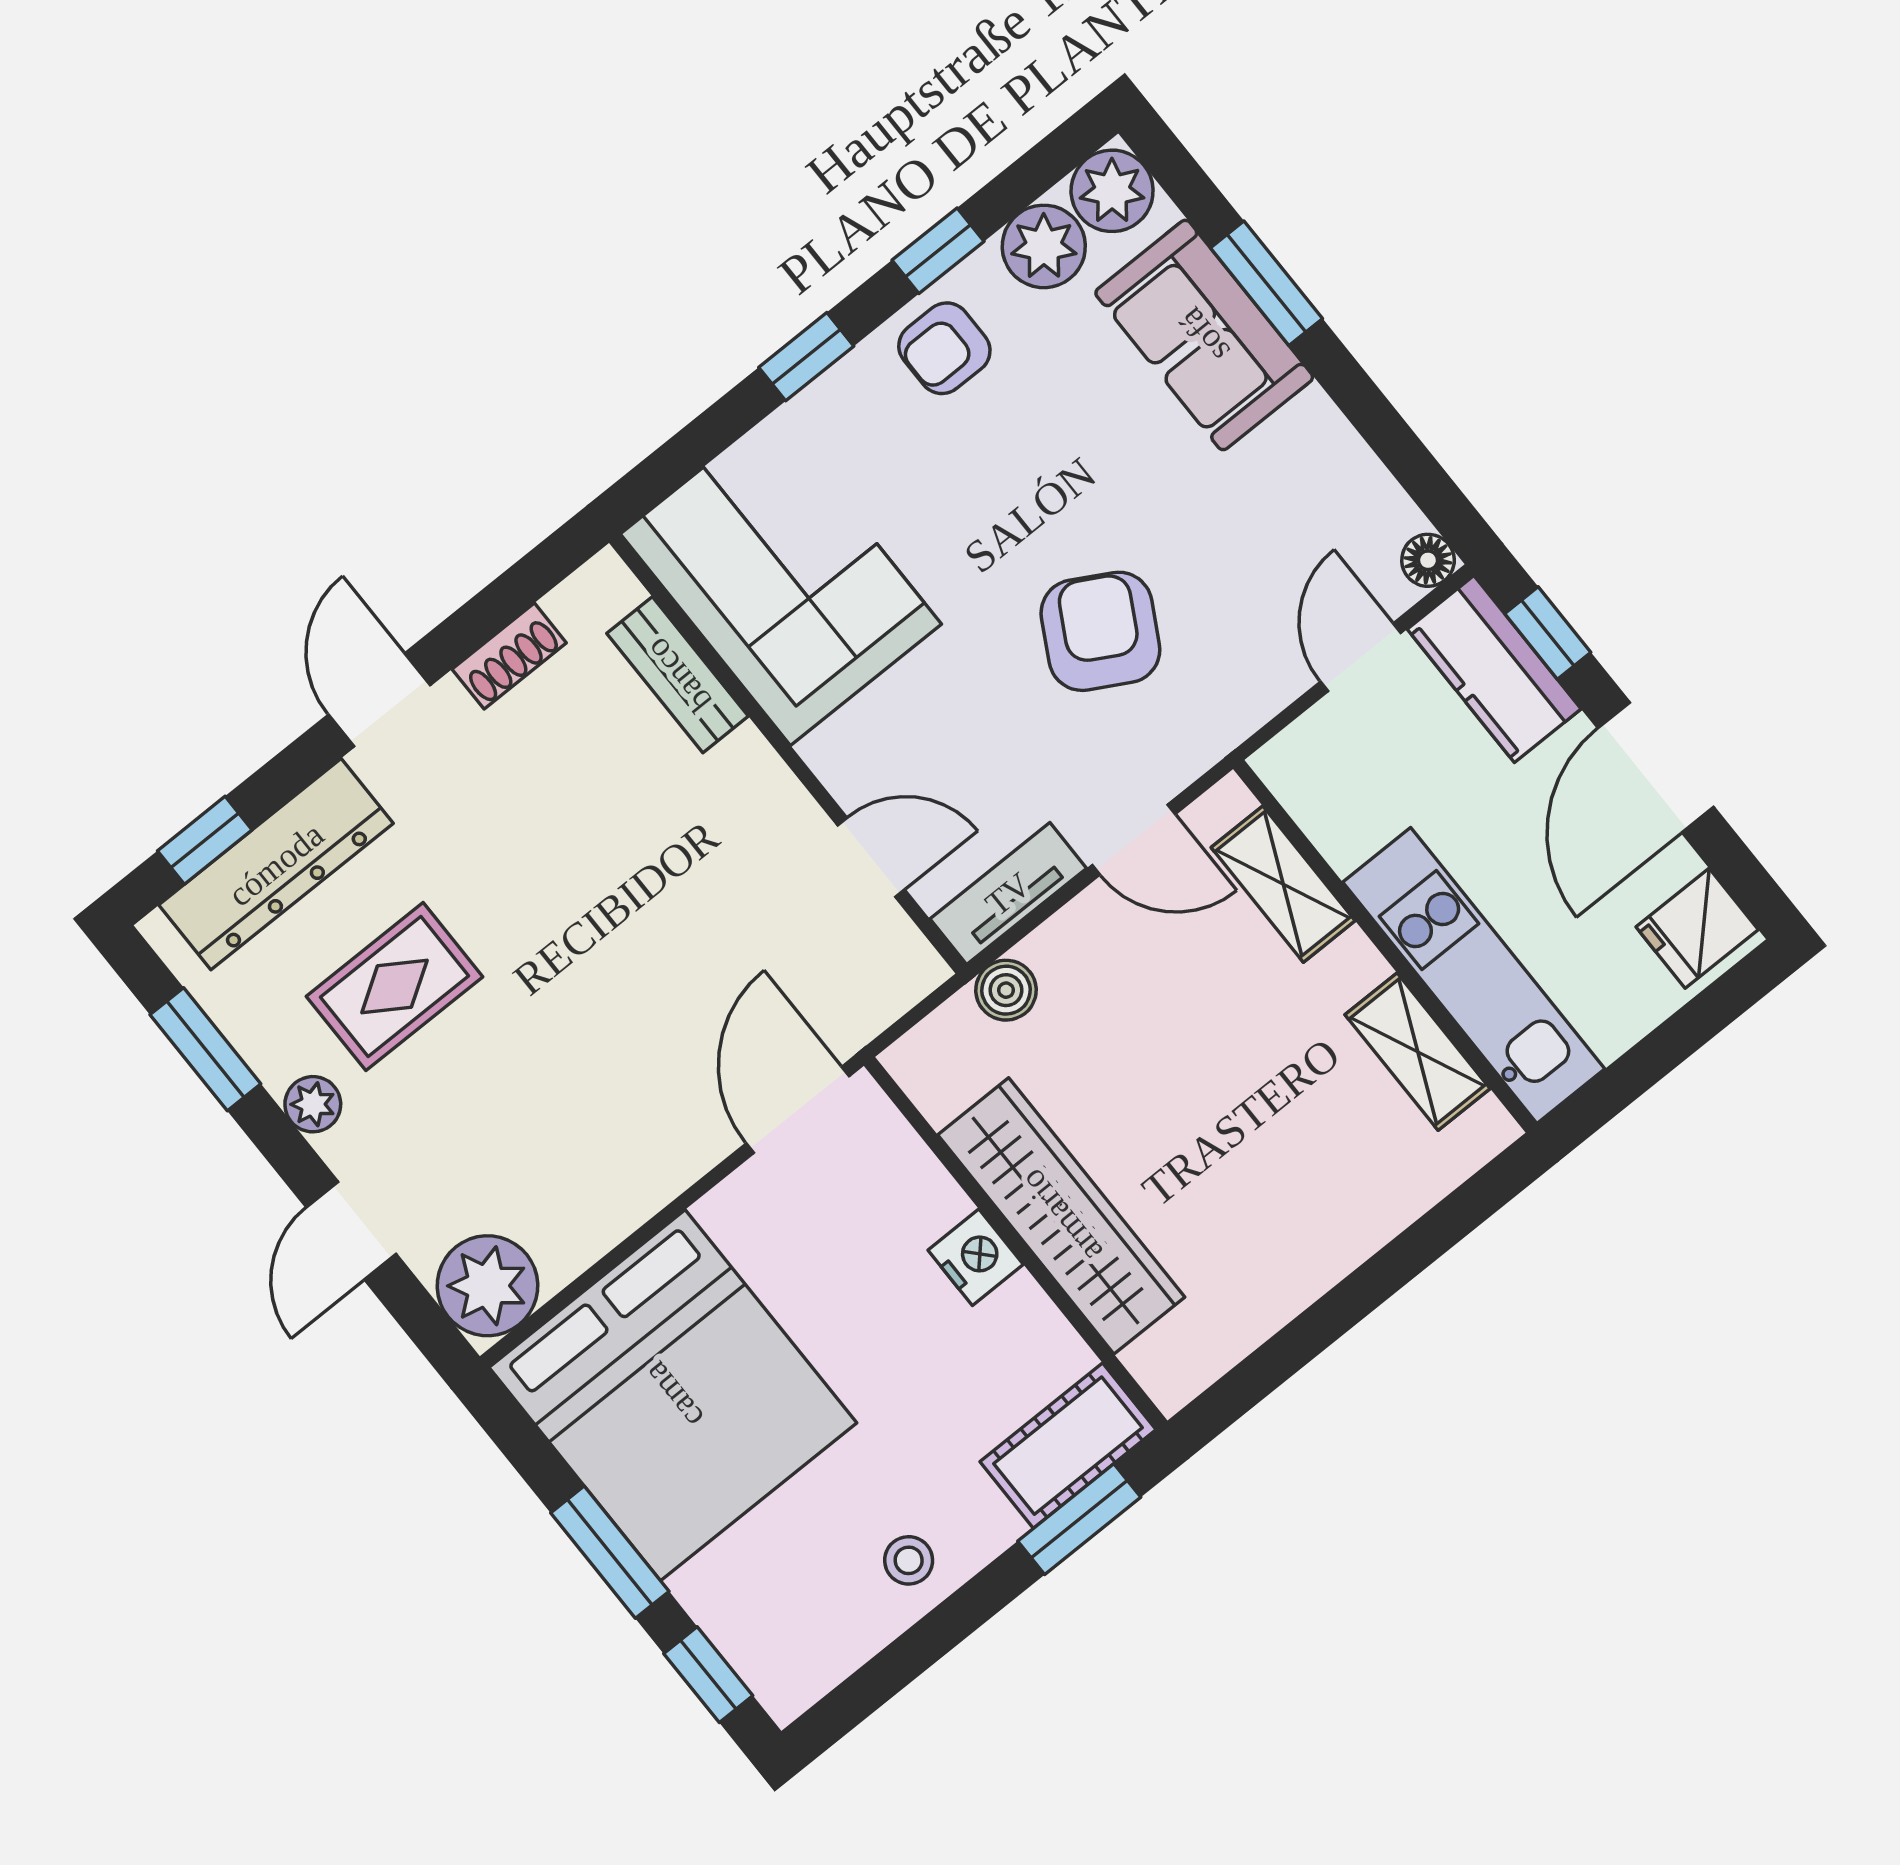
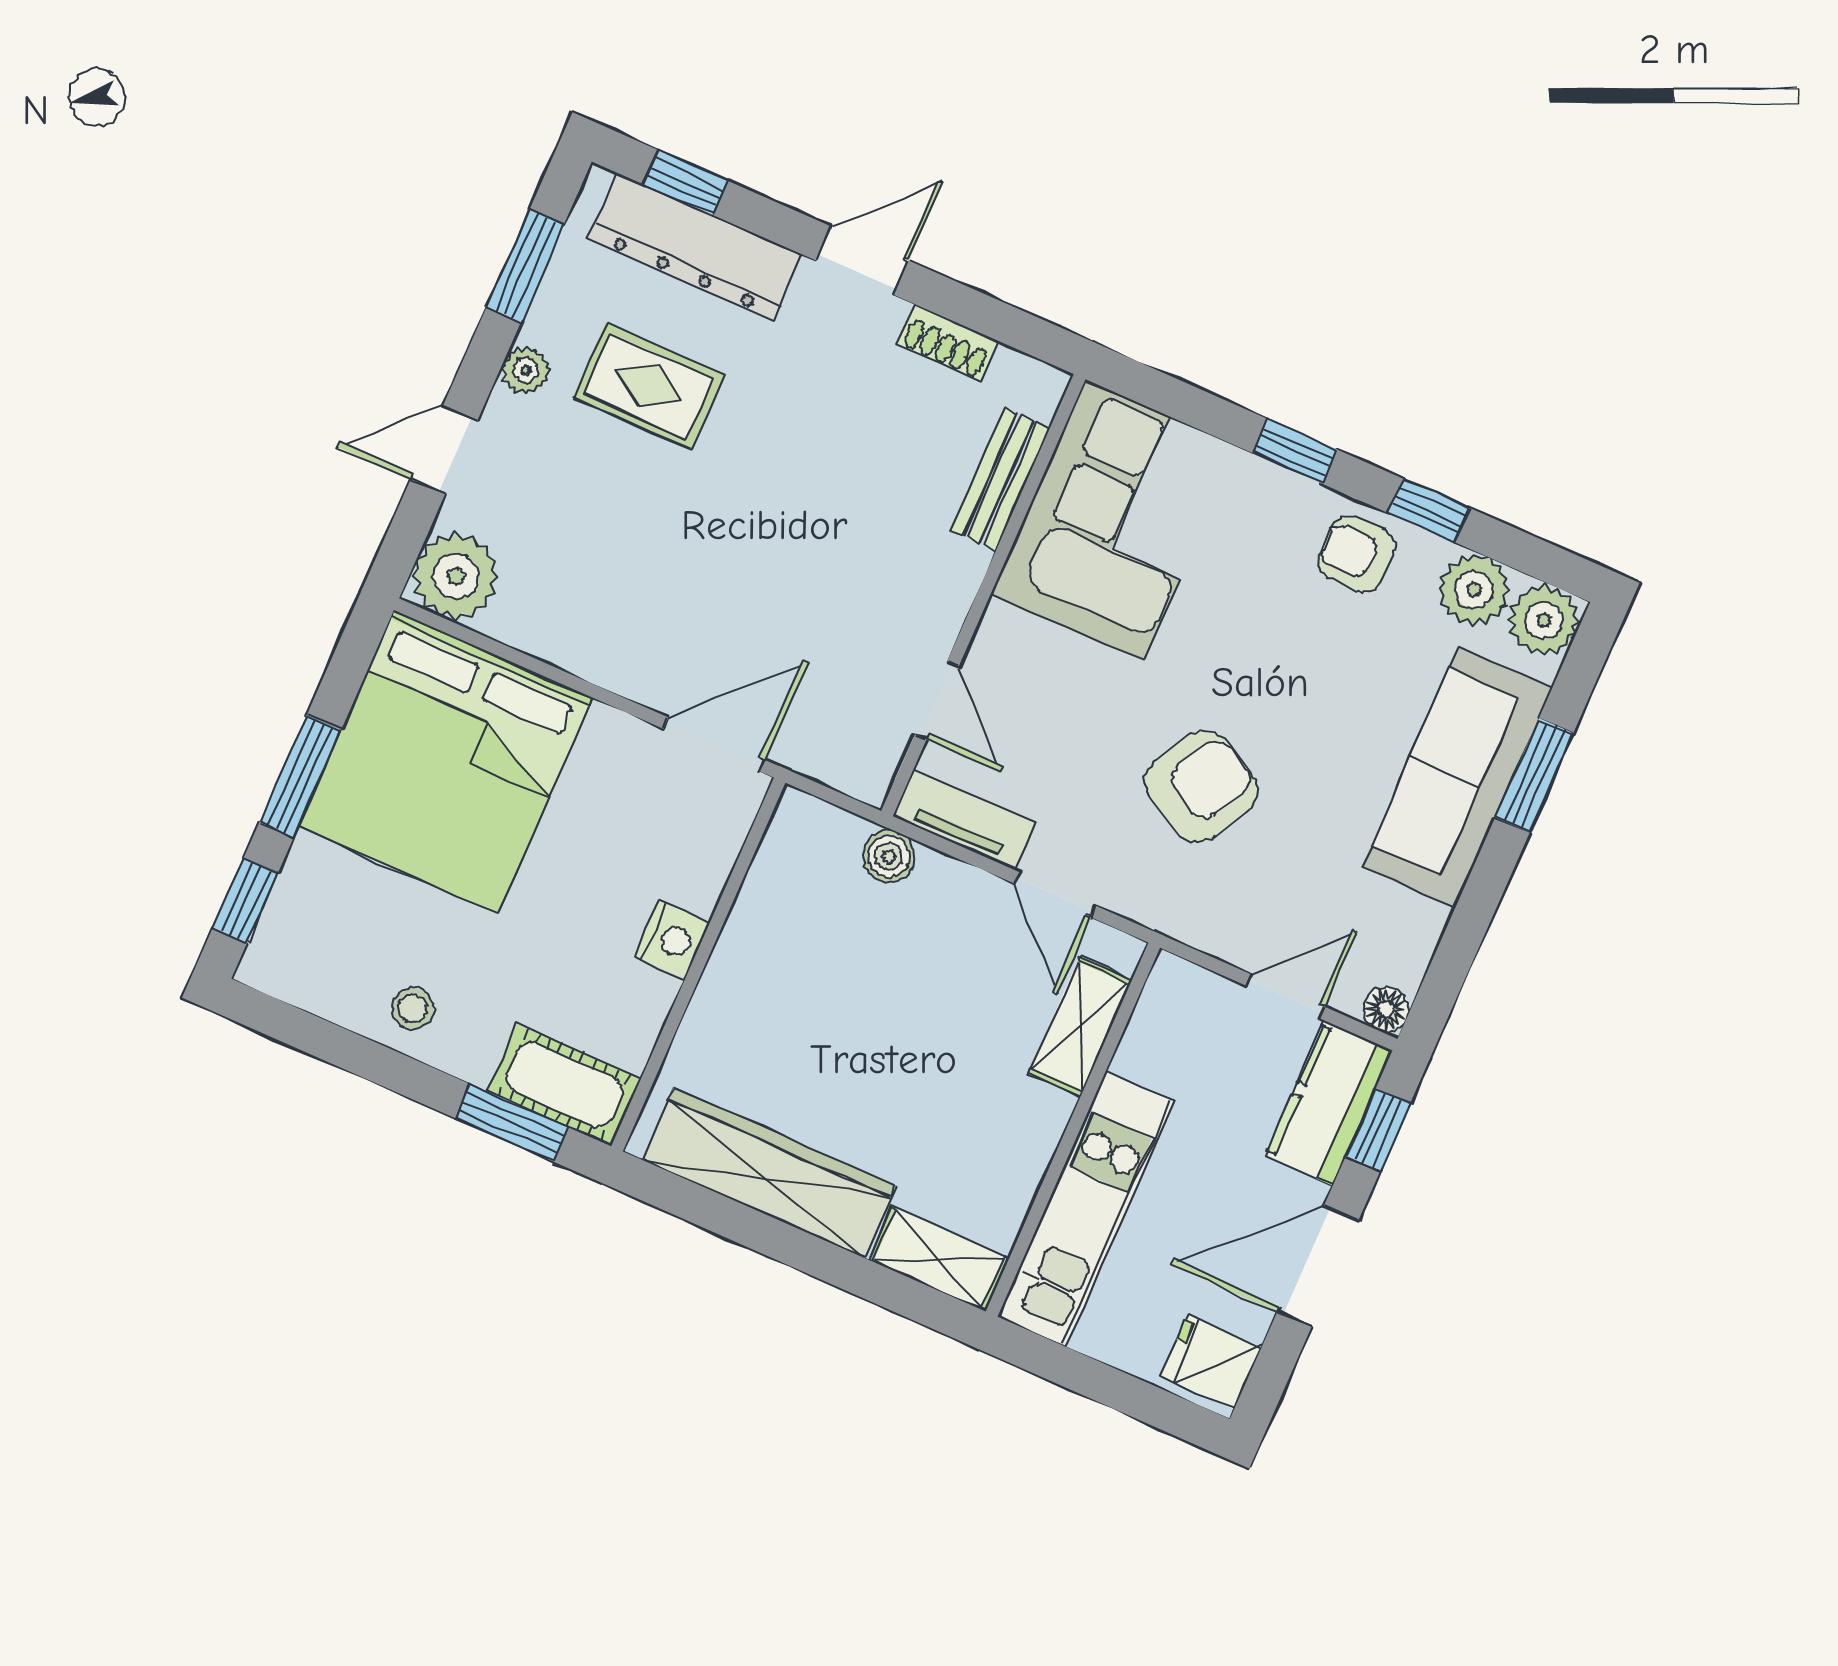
sofa: (1204, 335) -> (1457, 777), width x1.36
shelving: (1418, 1052) -> (939, 1259), moved, turned 90
wardrobe: (1061, 1216) -> (769, 1173), moved, turned -90

